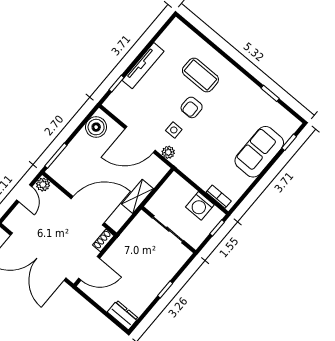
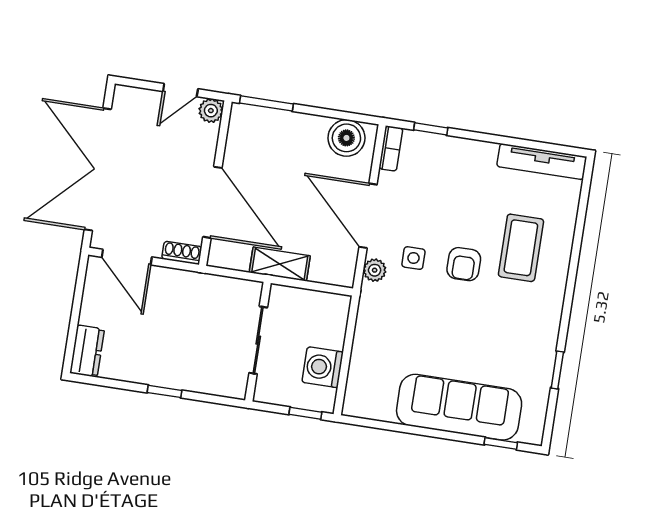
tv unit: (143, 66) -> (542, 162), moved
armchair: (192, 107) -> (464, 264), turned -90
sofa: (259, 152) -> (459, 407), width x1.36
bookcase: (219, 197) -> (391, 148), moved

